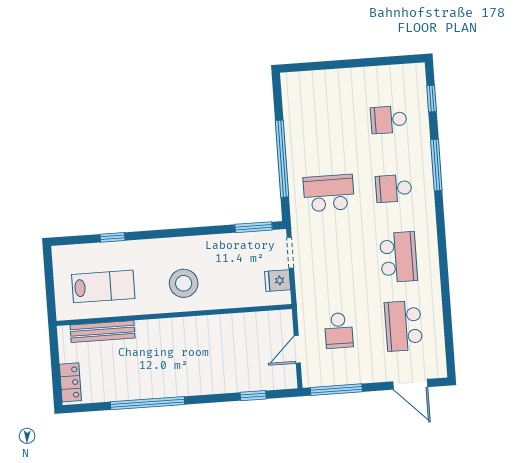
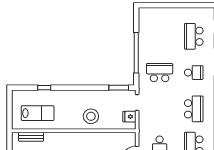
school desk: (389, 120) -> (194, 36), width x1.85
school desk: (394, 188) -> (194, 73), turned 180
stool: (184, 283) -> (91, 116), moved
bench: (103, 332) -> (31, 137), width x0.73

